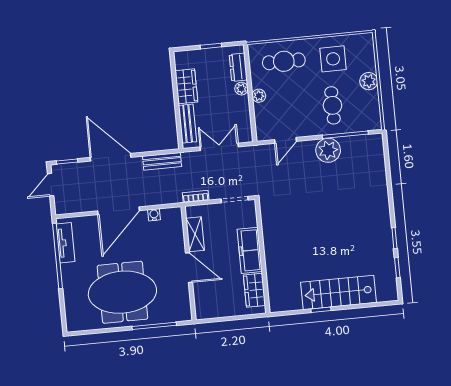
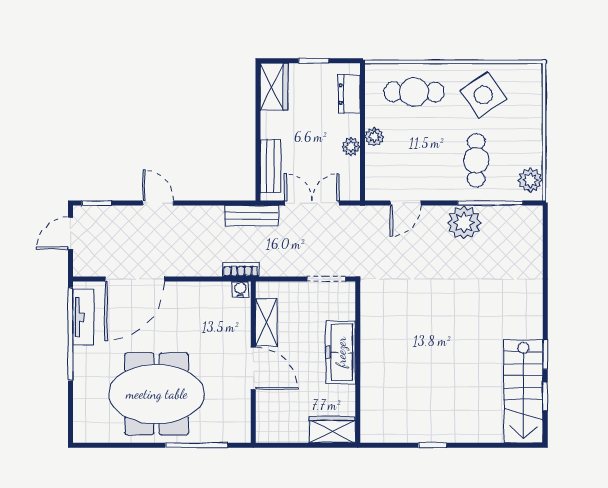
side table: (333, 59) -> (483, 95), turned -34
plant: (369, 81) -> (530, 180), moved
wardrobe: (186, 86) -> (274, 87), moved
plant: (241, 89) -> (351, 147), moved
door: (111, 157) -> (158, 203), width x0.53
bench: (162, 161) -> (252, 216), moved
bookcase: (196, 196) -> (241, 269), moved
door: (119, 211) -> (135, 279), moved
water cooler: (154, 215) -> (240, 290), moved
wardrobe: (254, 290) -> (332, 429), moved, turned 90
stairs: (338, 292) -> (523, 391), moved, turned -90

